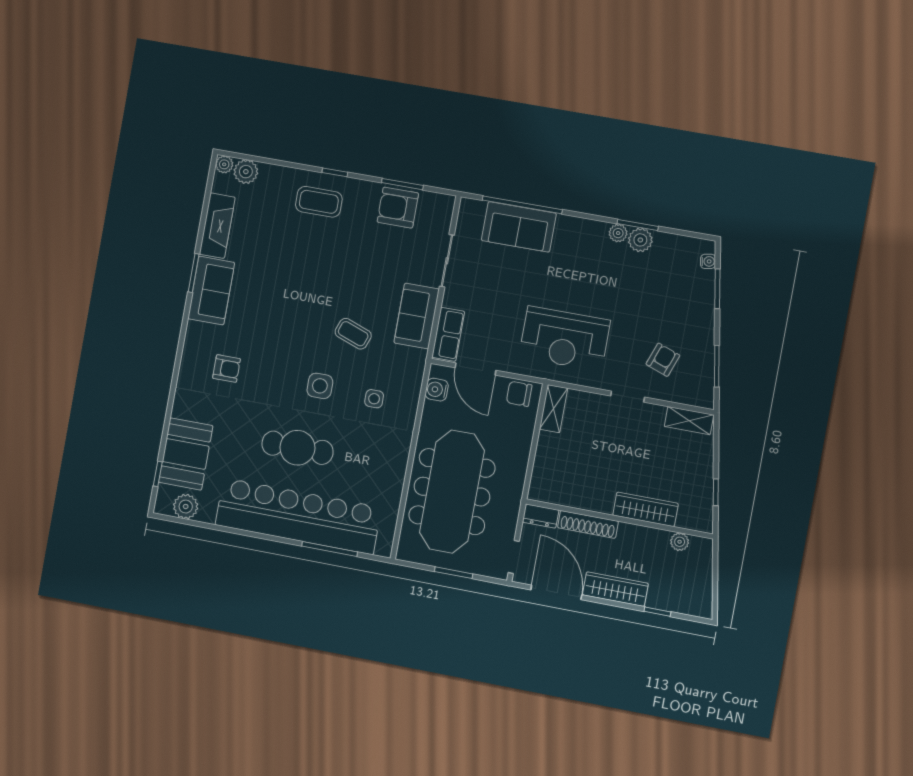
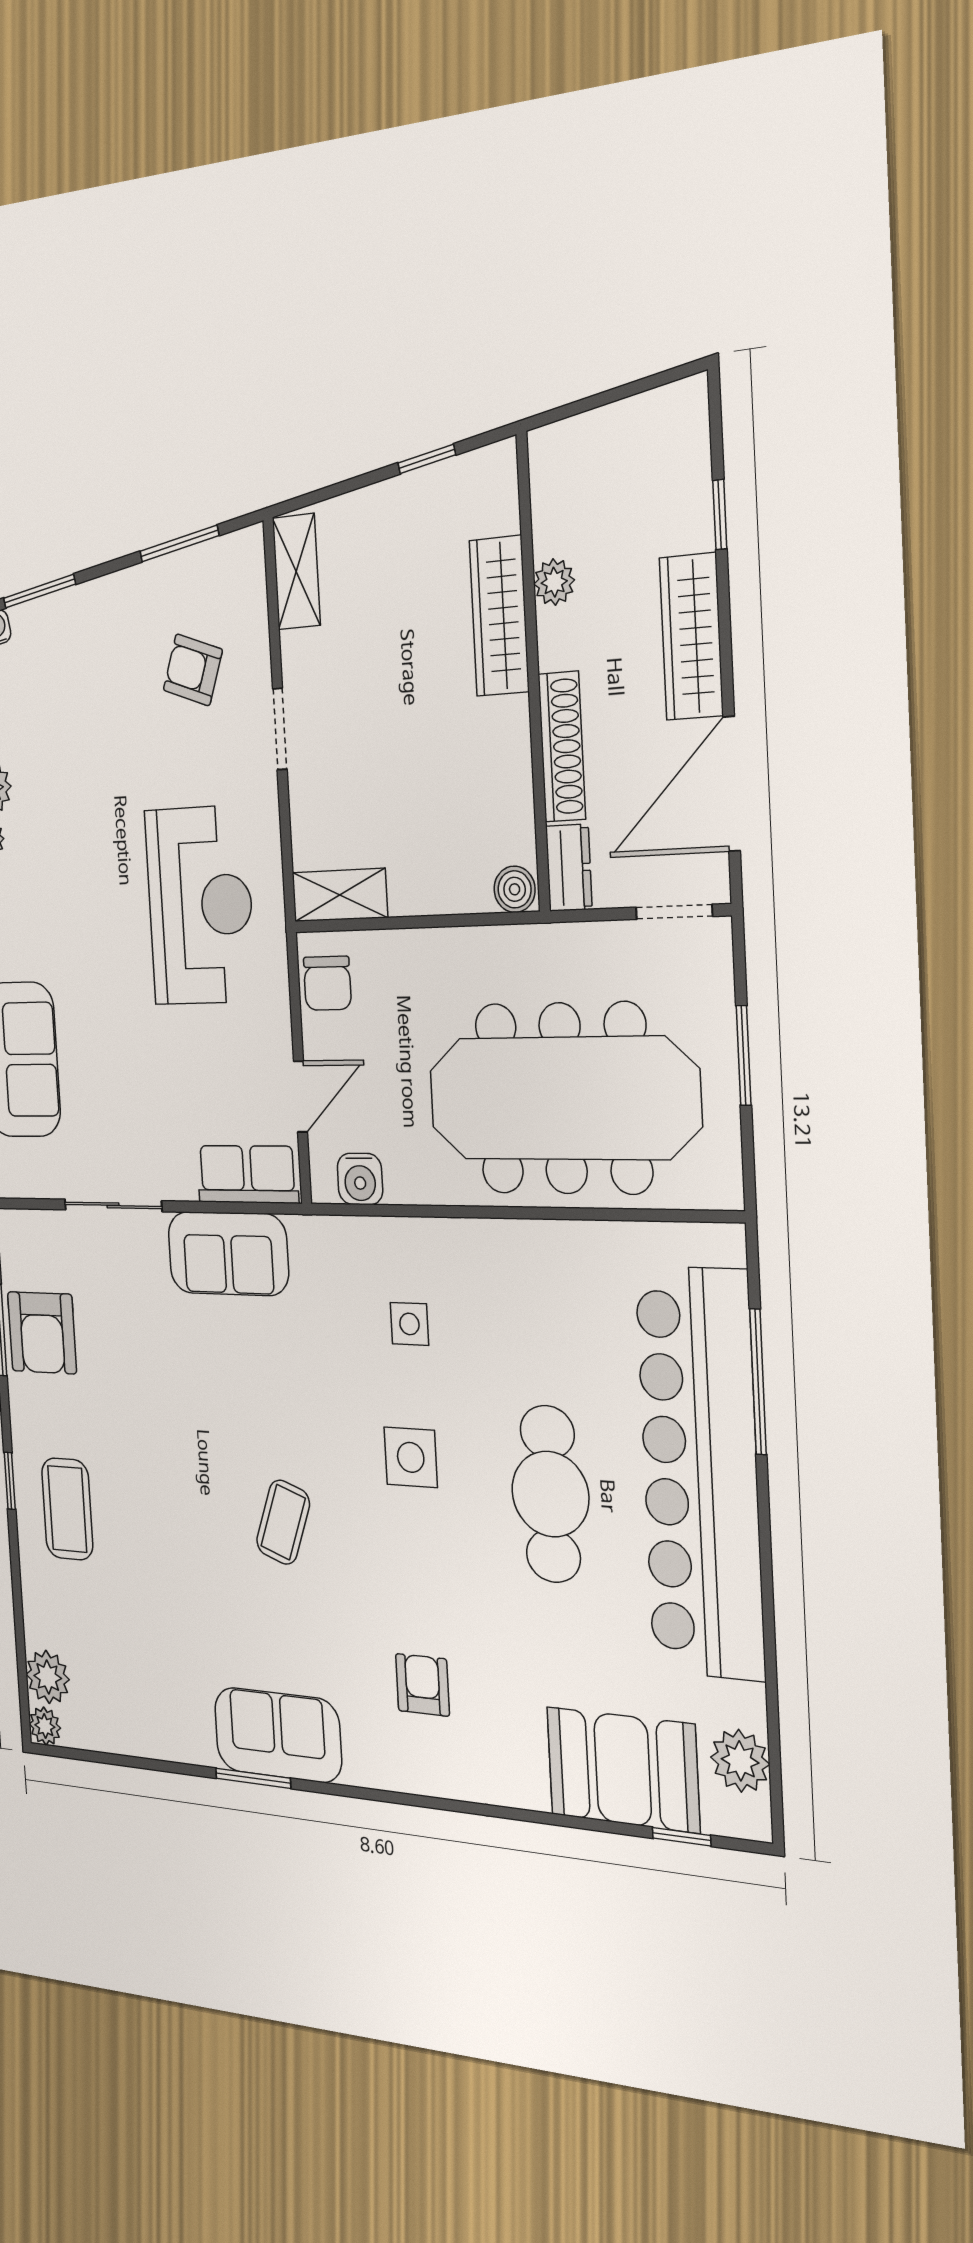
fireplace: (217, 226) -> (155, 1732), removed
coffee table: (353, 334) -> (283, 1522), moved
door: (475, 369) -> (301, 1097), width x0.73
boiler: (538, 490) -> (515, 889), added
plant: (680, 542) -> (554, 582), moved

